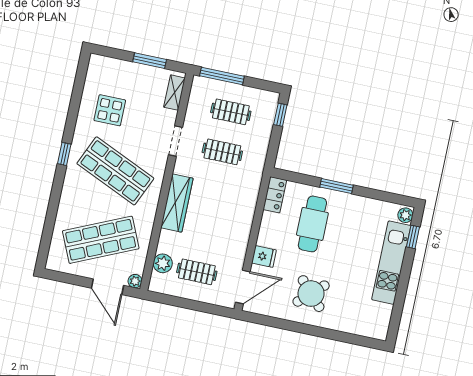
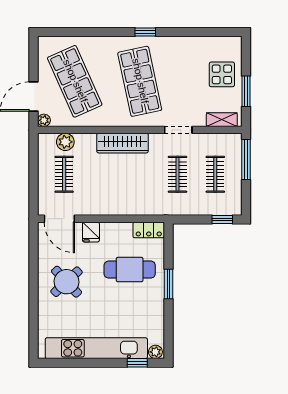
display table: (110, 110) -> (222, 74), moved
shop shelf: (115, 171) -> (140, 81), turned -36
kitchen unit: (391, 263) -> (96, 348), width x1.36

